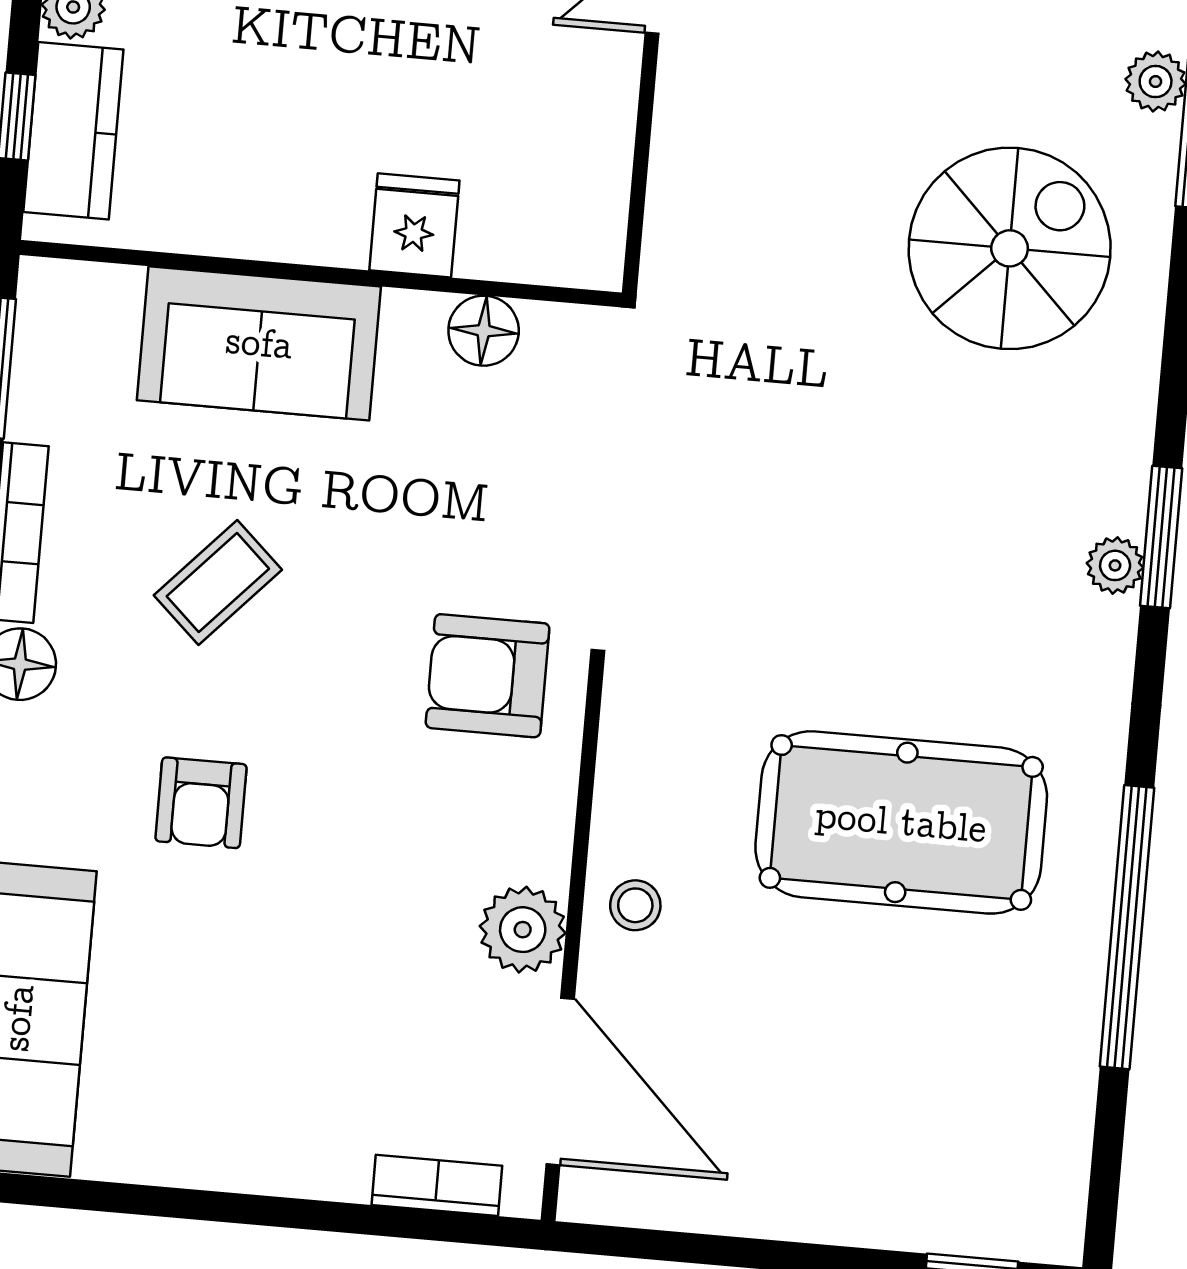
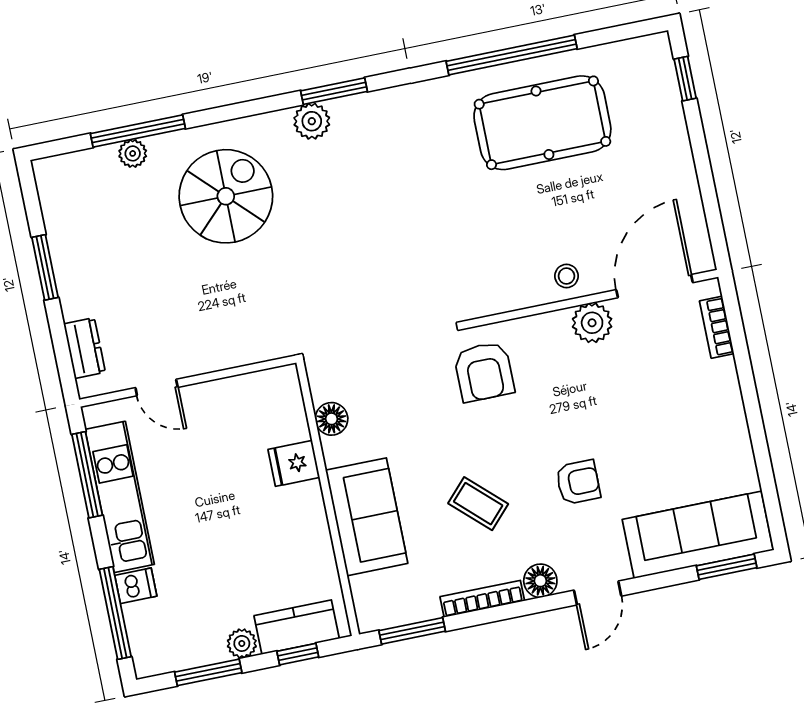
spiral stairs: (1010, 248) -> (226, 196), turned 90
plant: (1115, 565) -> (312, 121), moved, width x1.38, depth x1.38
pool table: (901, 822) -> (542, 123), moved, turned 90

